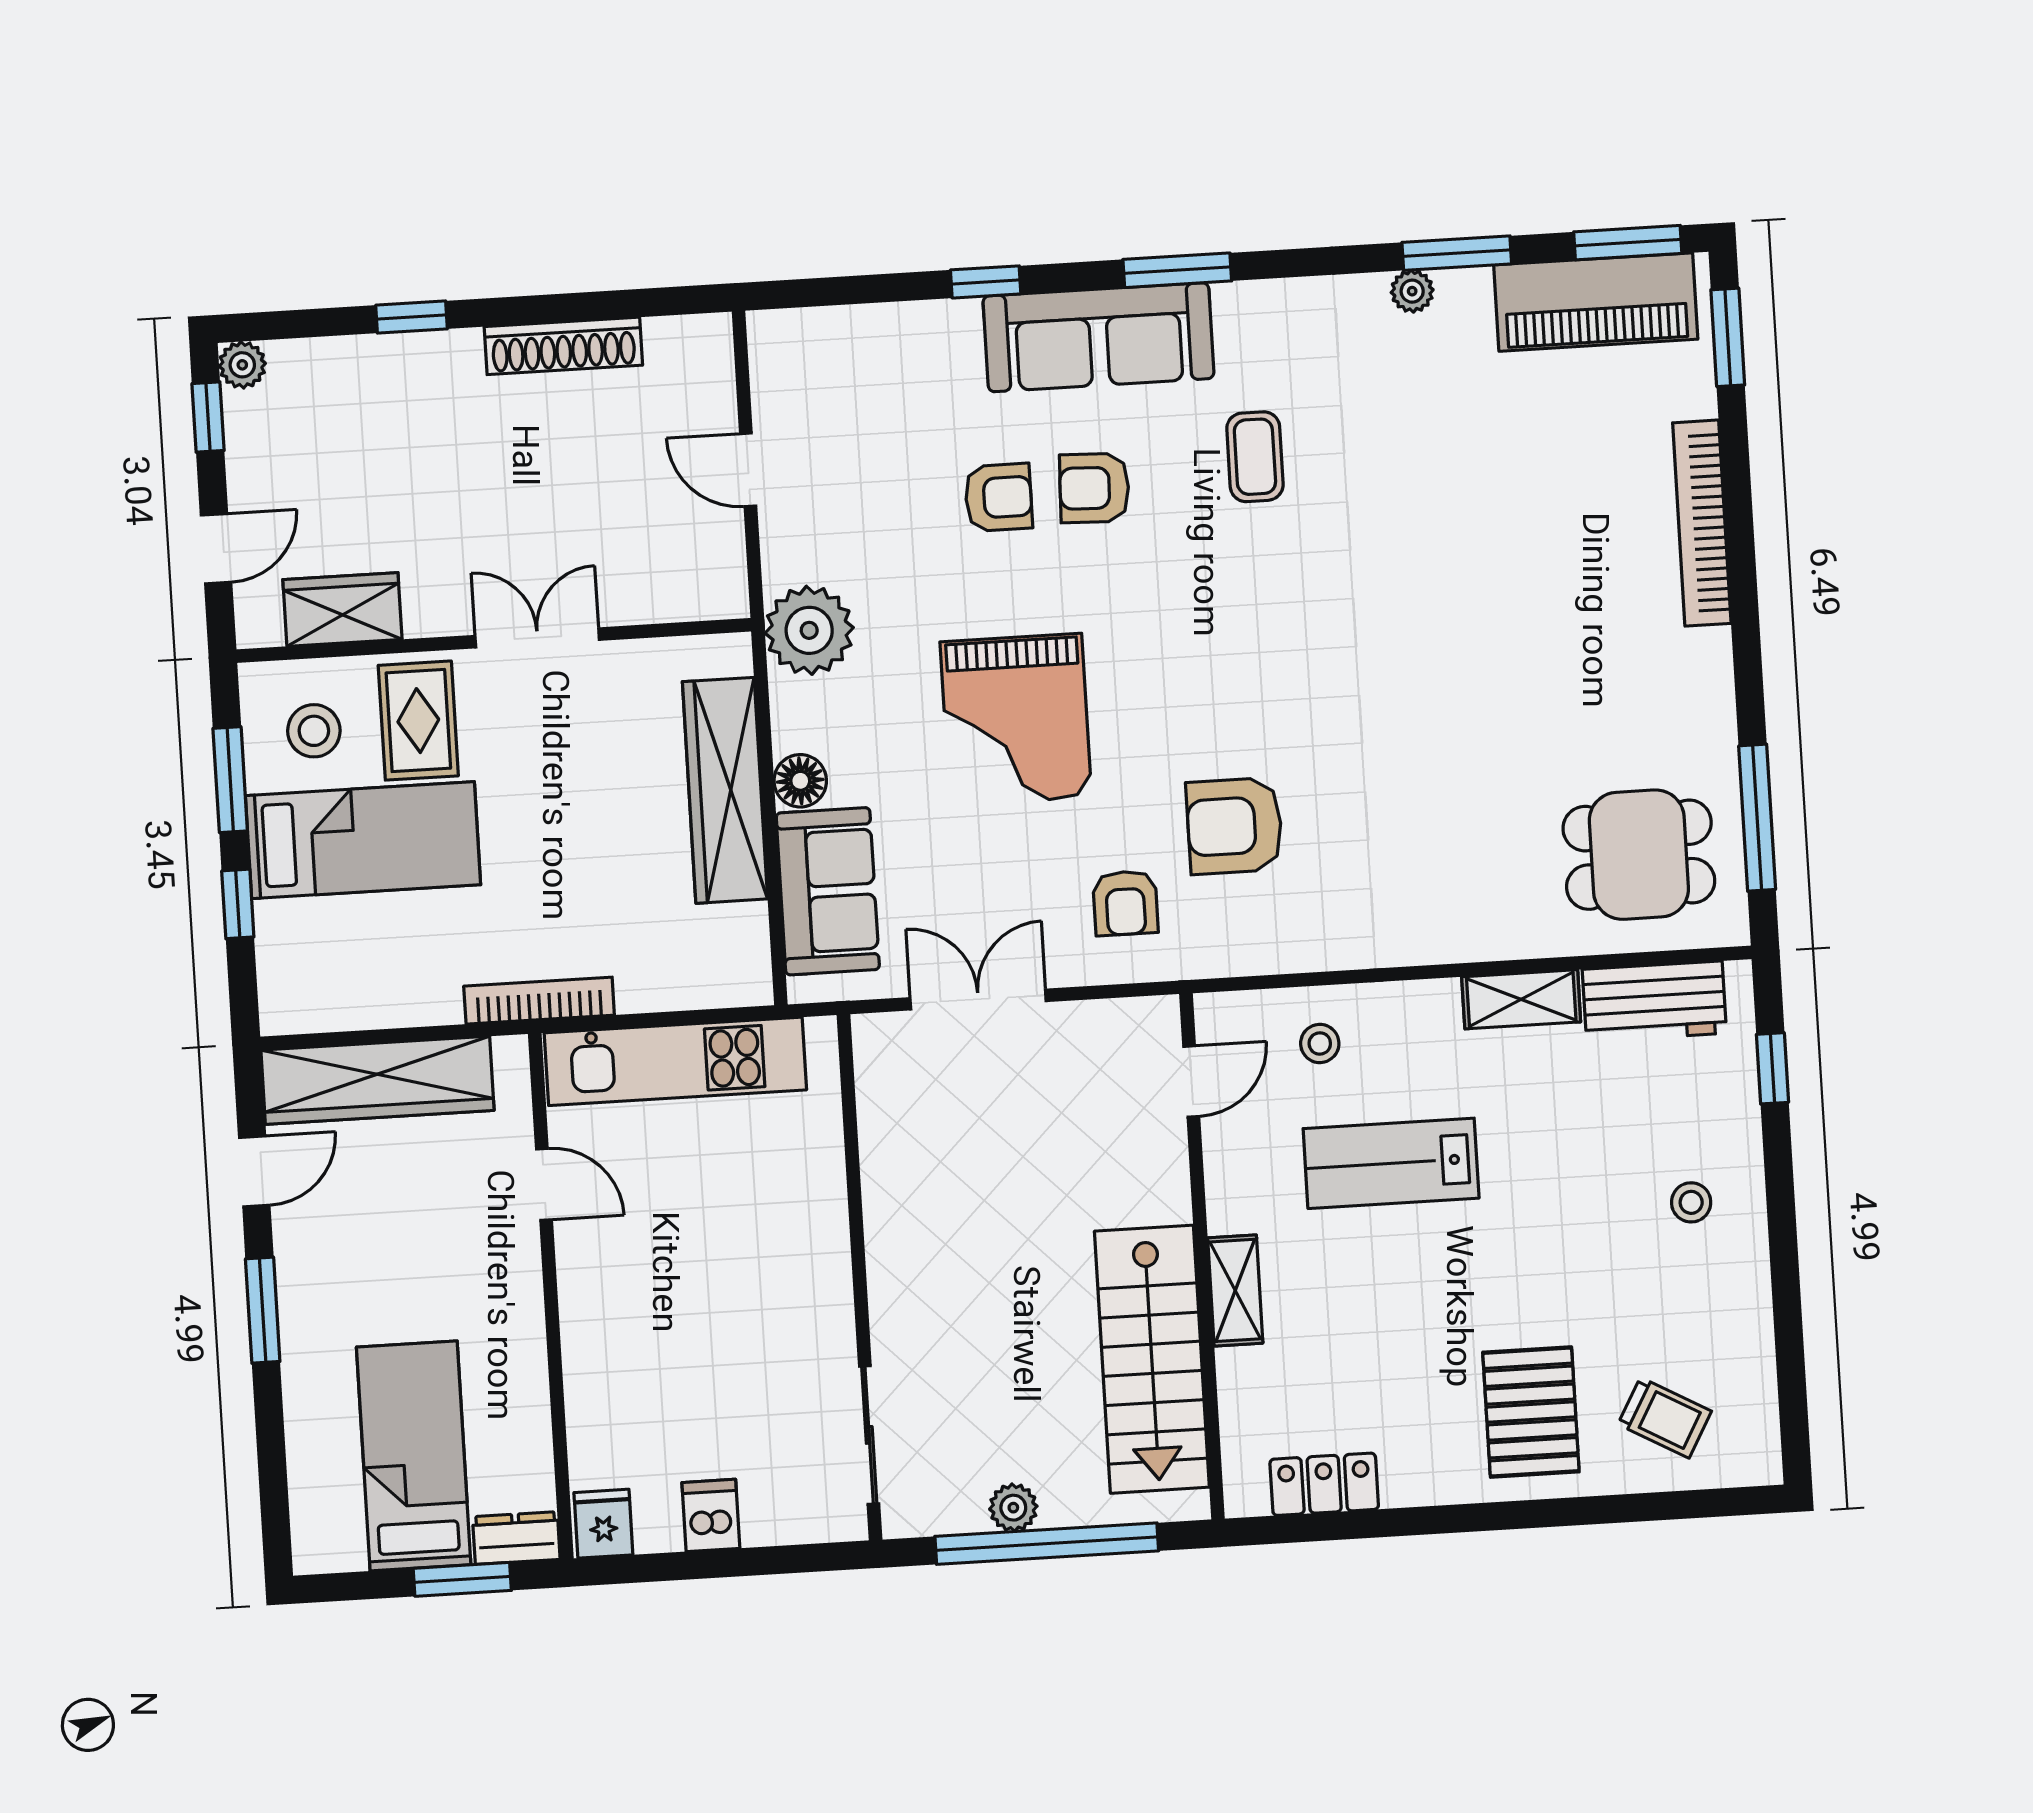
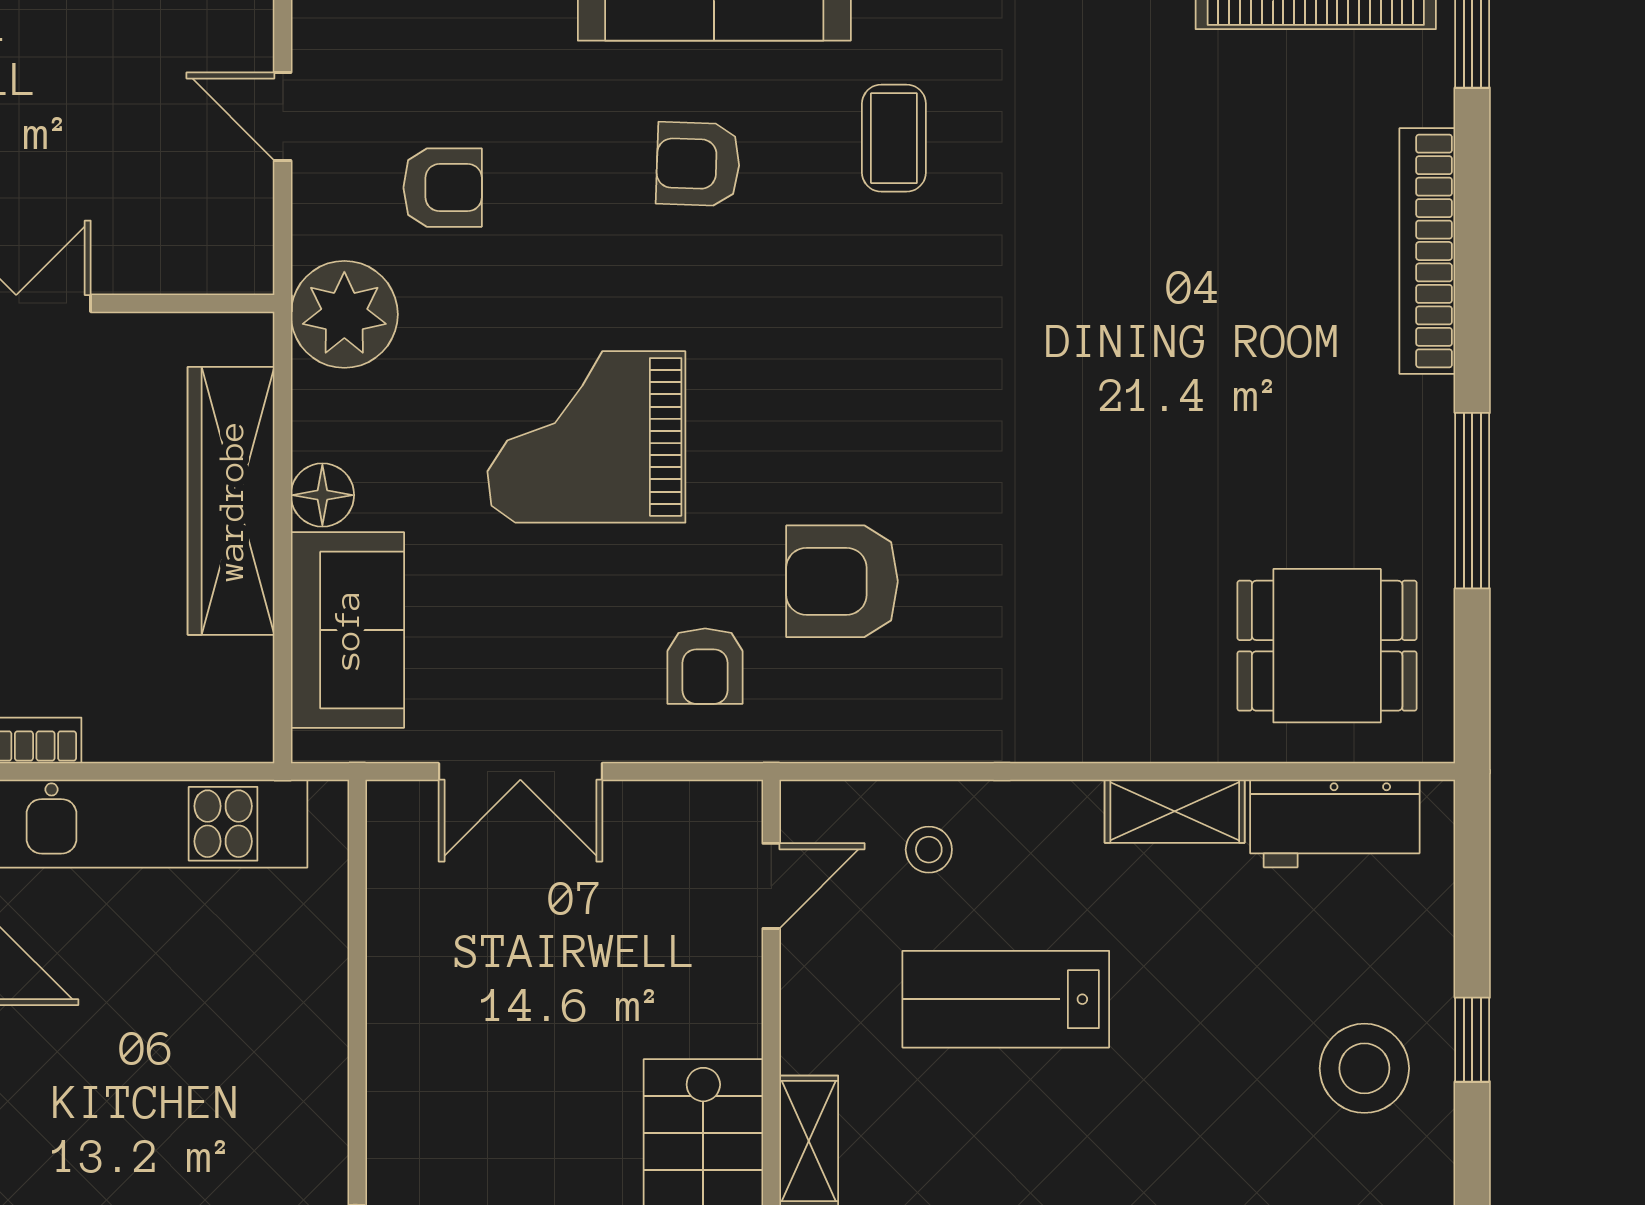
armchair: (998, 497) -> (443, 188), moved
grand piano: (1016, 719) -> (586, 437), turned 90
window: (1757, 818) -> (1472, 501), moved
double door: (978, 1000) -> (520, 772), swing flipped
window: (1772, 1068) -> (1472, 1040), moved
stool: (1691, 1202) -> (1364, 1068), width x1.89, depth x1.89

